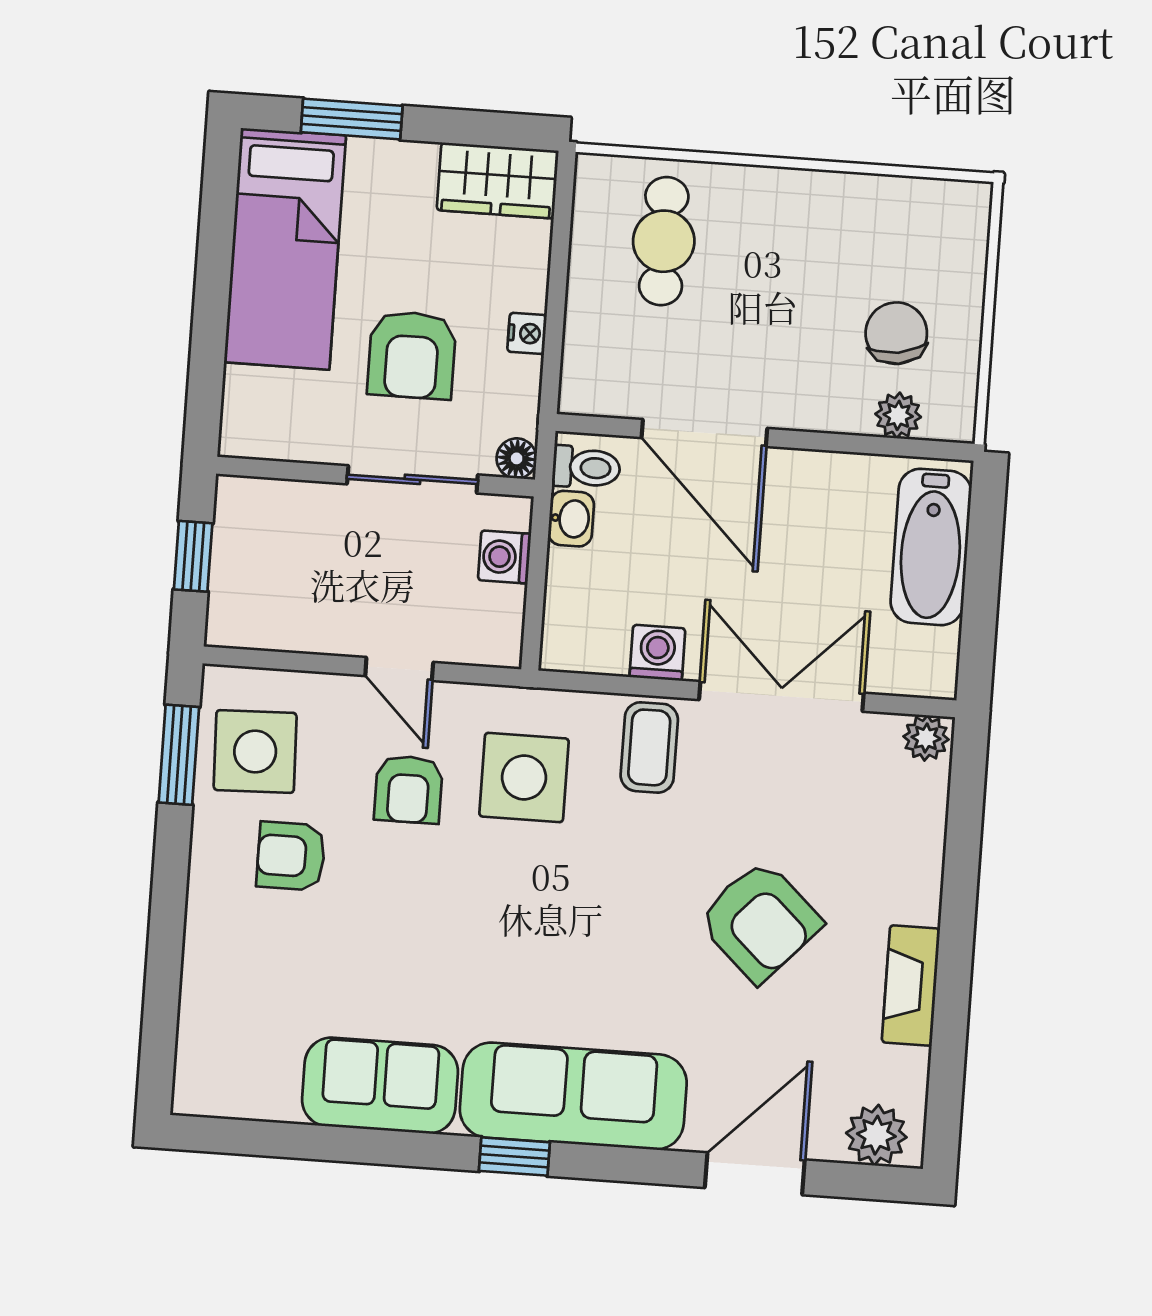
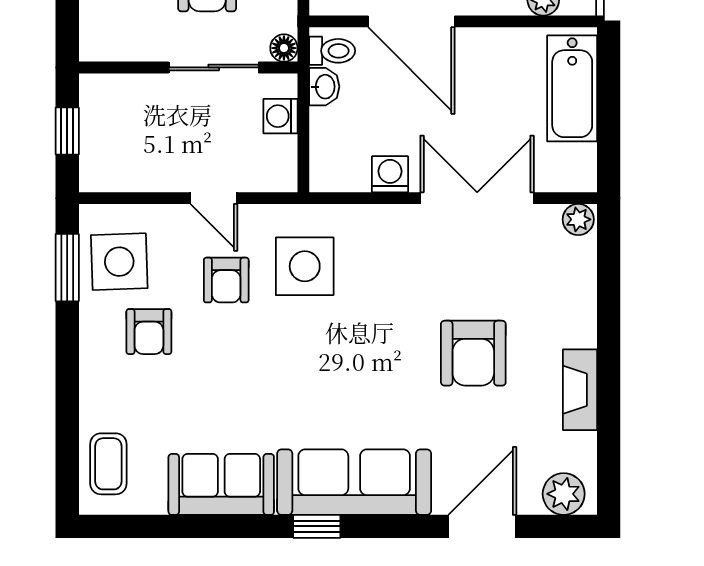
coffee table: (649, 747) -> (108, 464), moved
armchair: (291, 856) -> (149, 332), turned -90
armchair: (760, 921) -> (473, 353), turned 47

